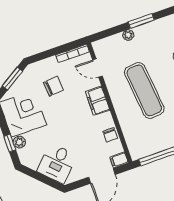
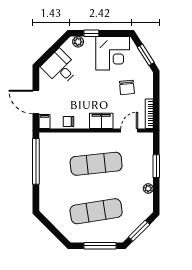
window: (141, 21) -> (156, 166), moved
plant: (128, 35) -> (148, 189), moved
plant: (19, 142) -> (78, 42), moved

